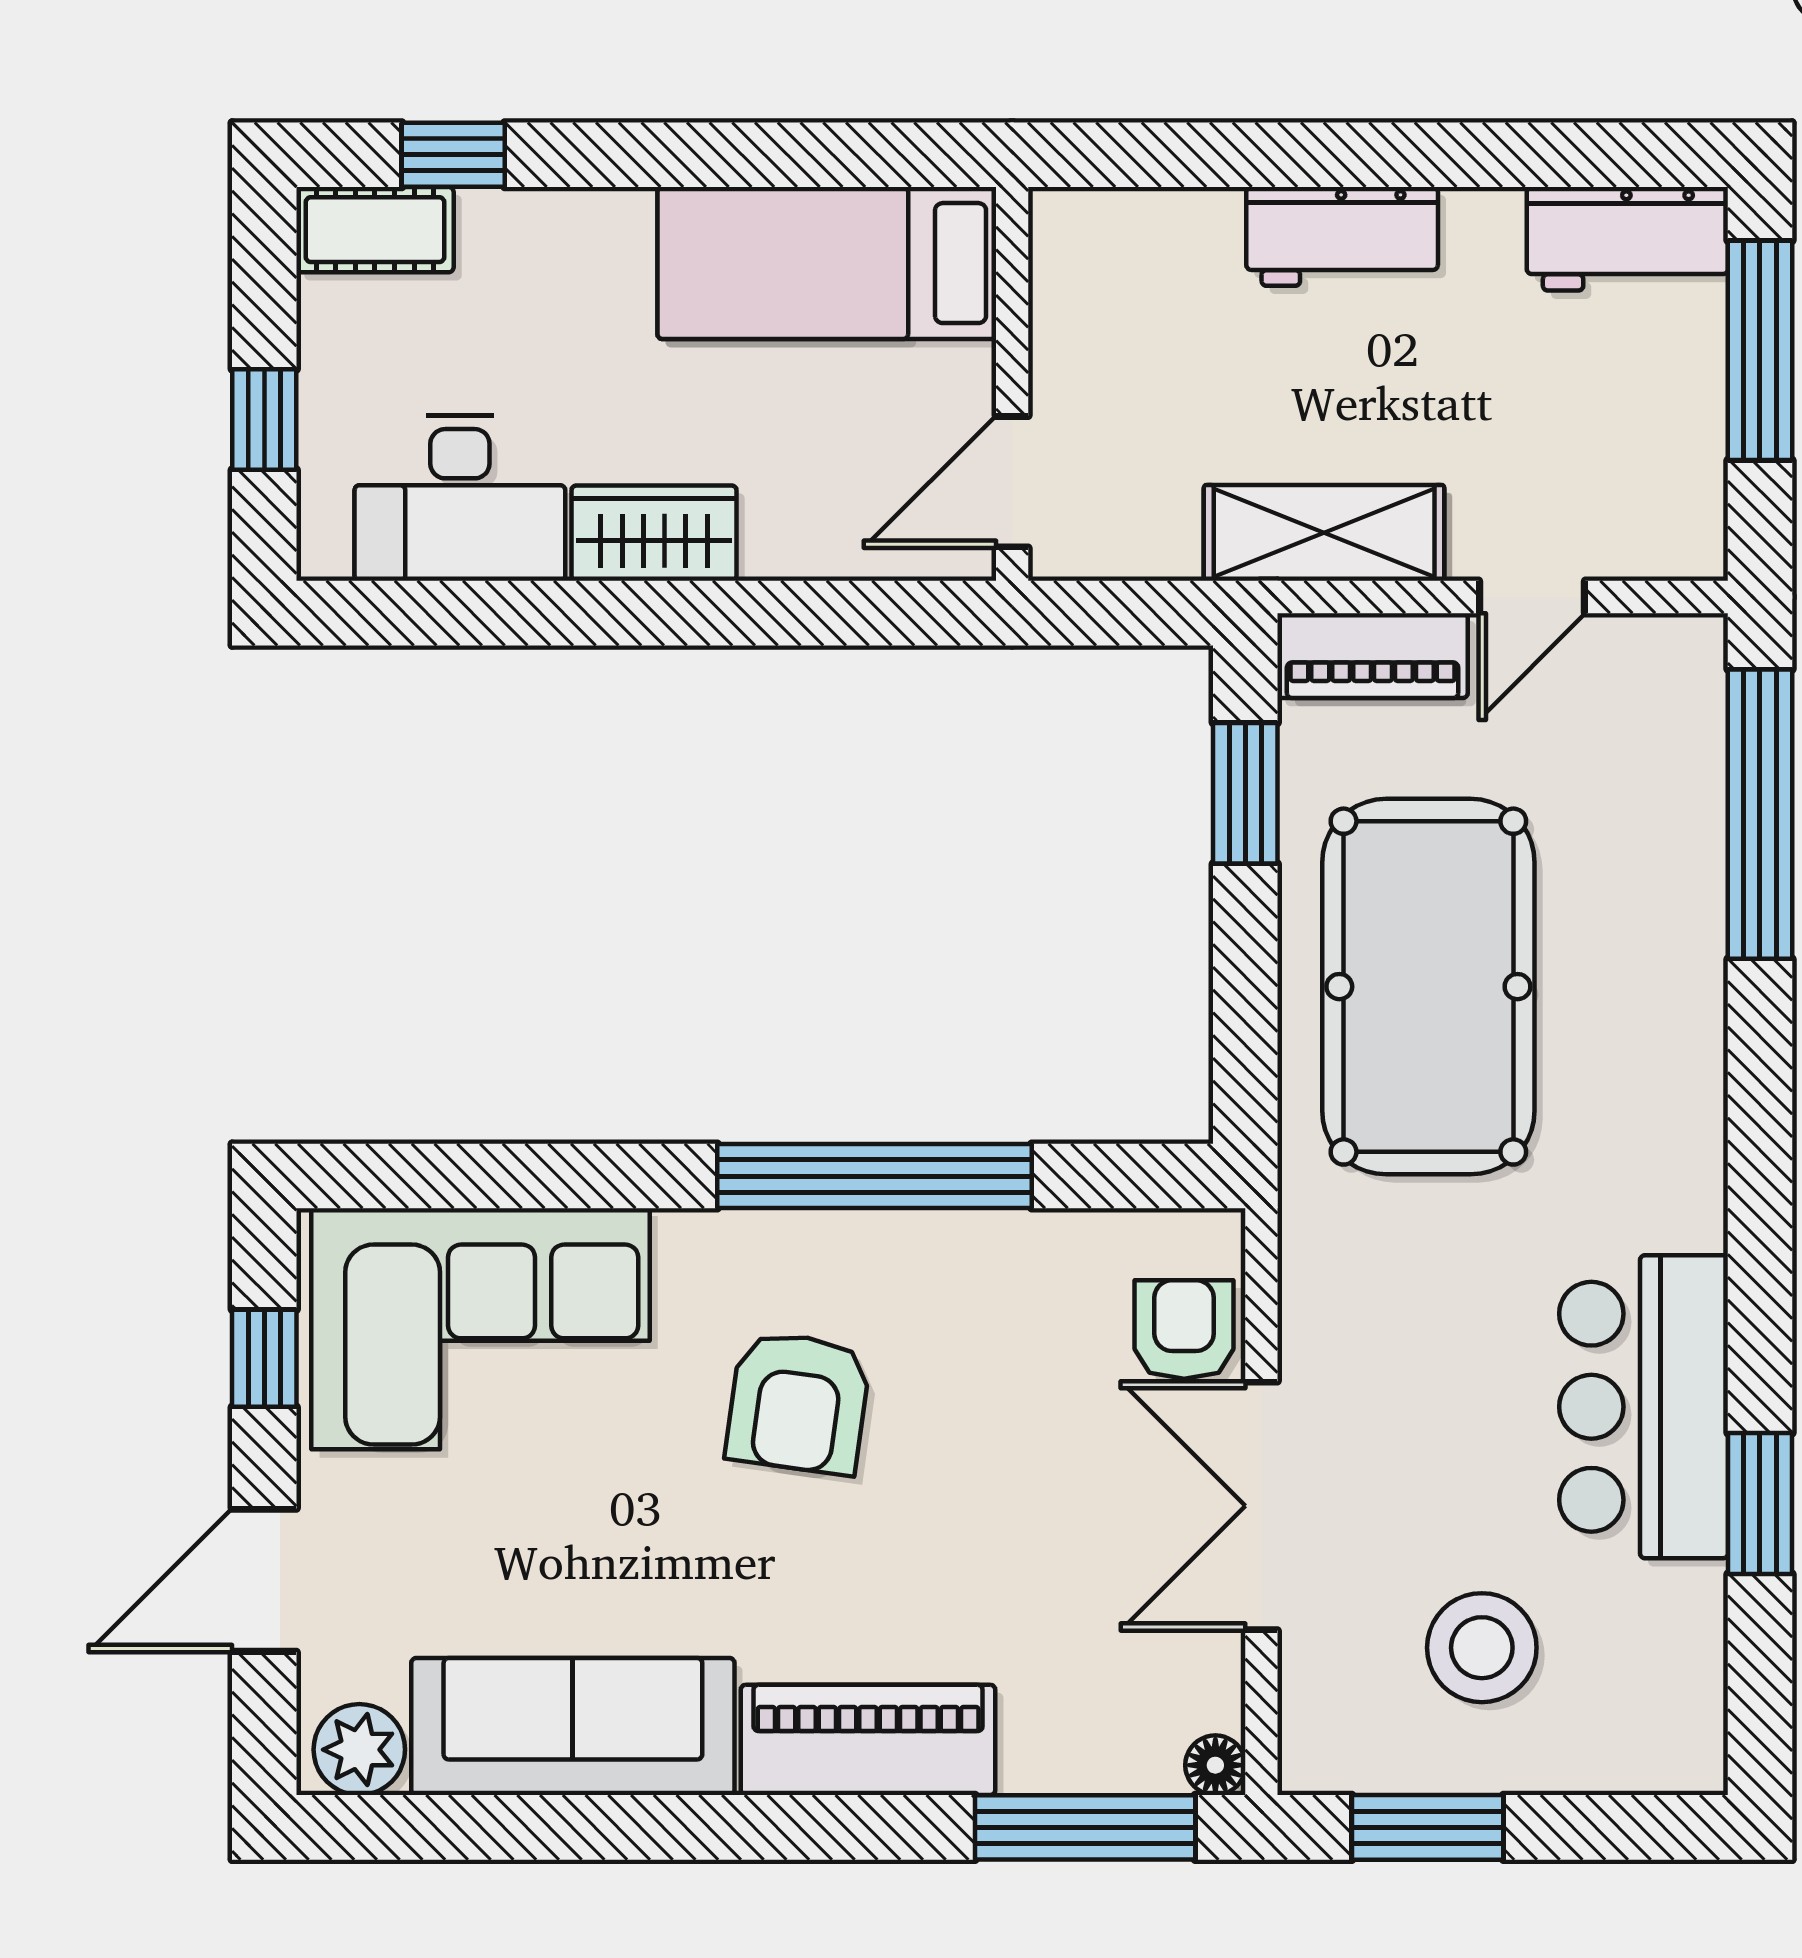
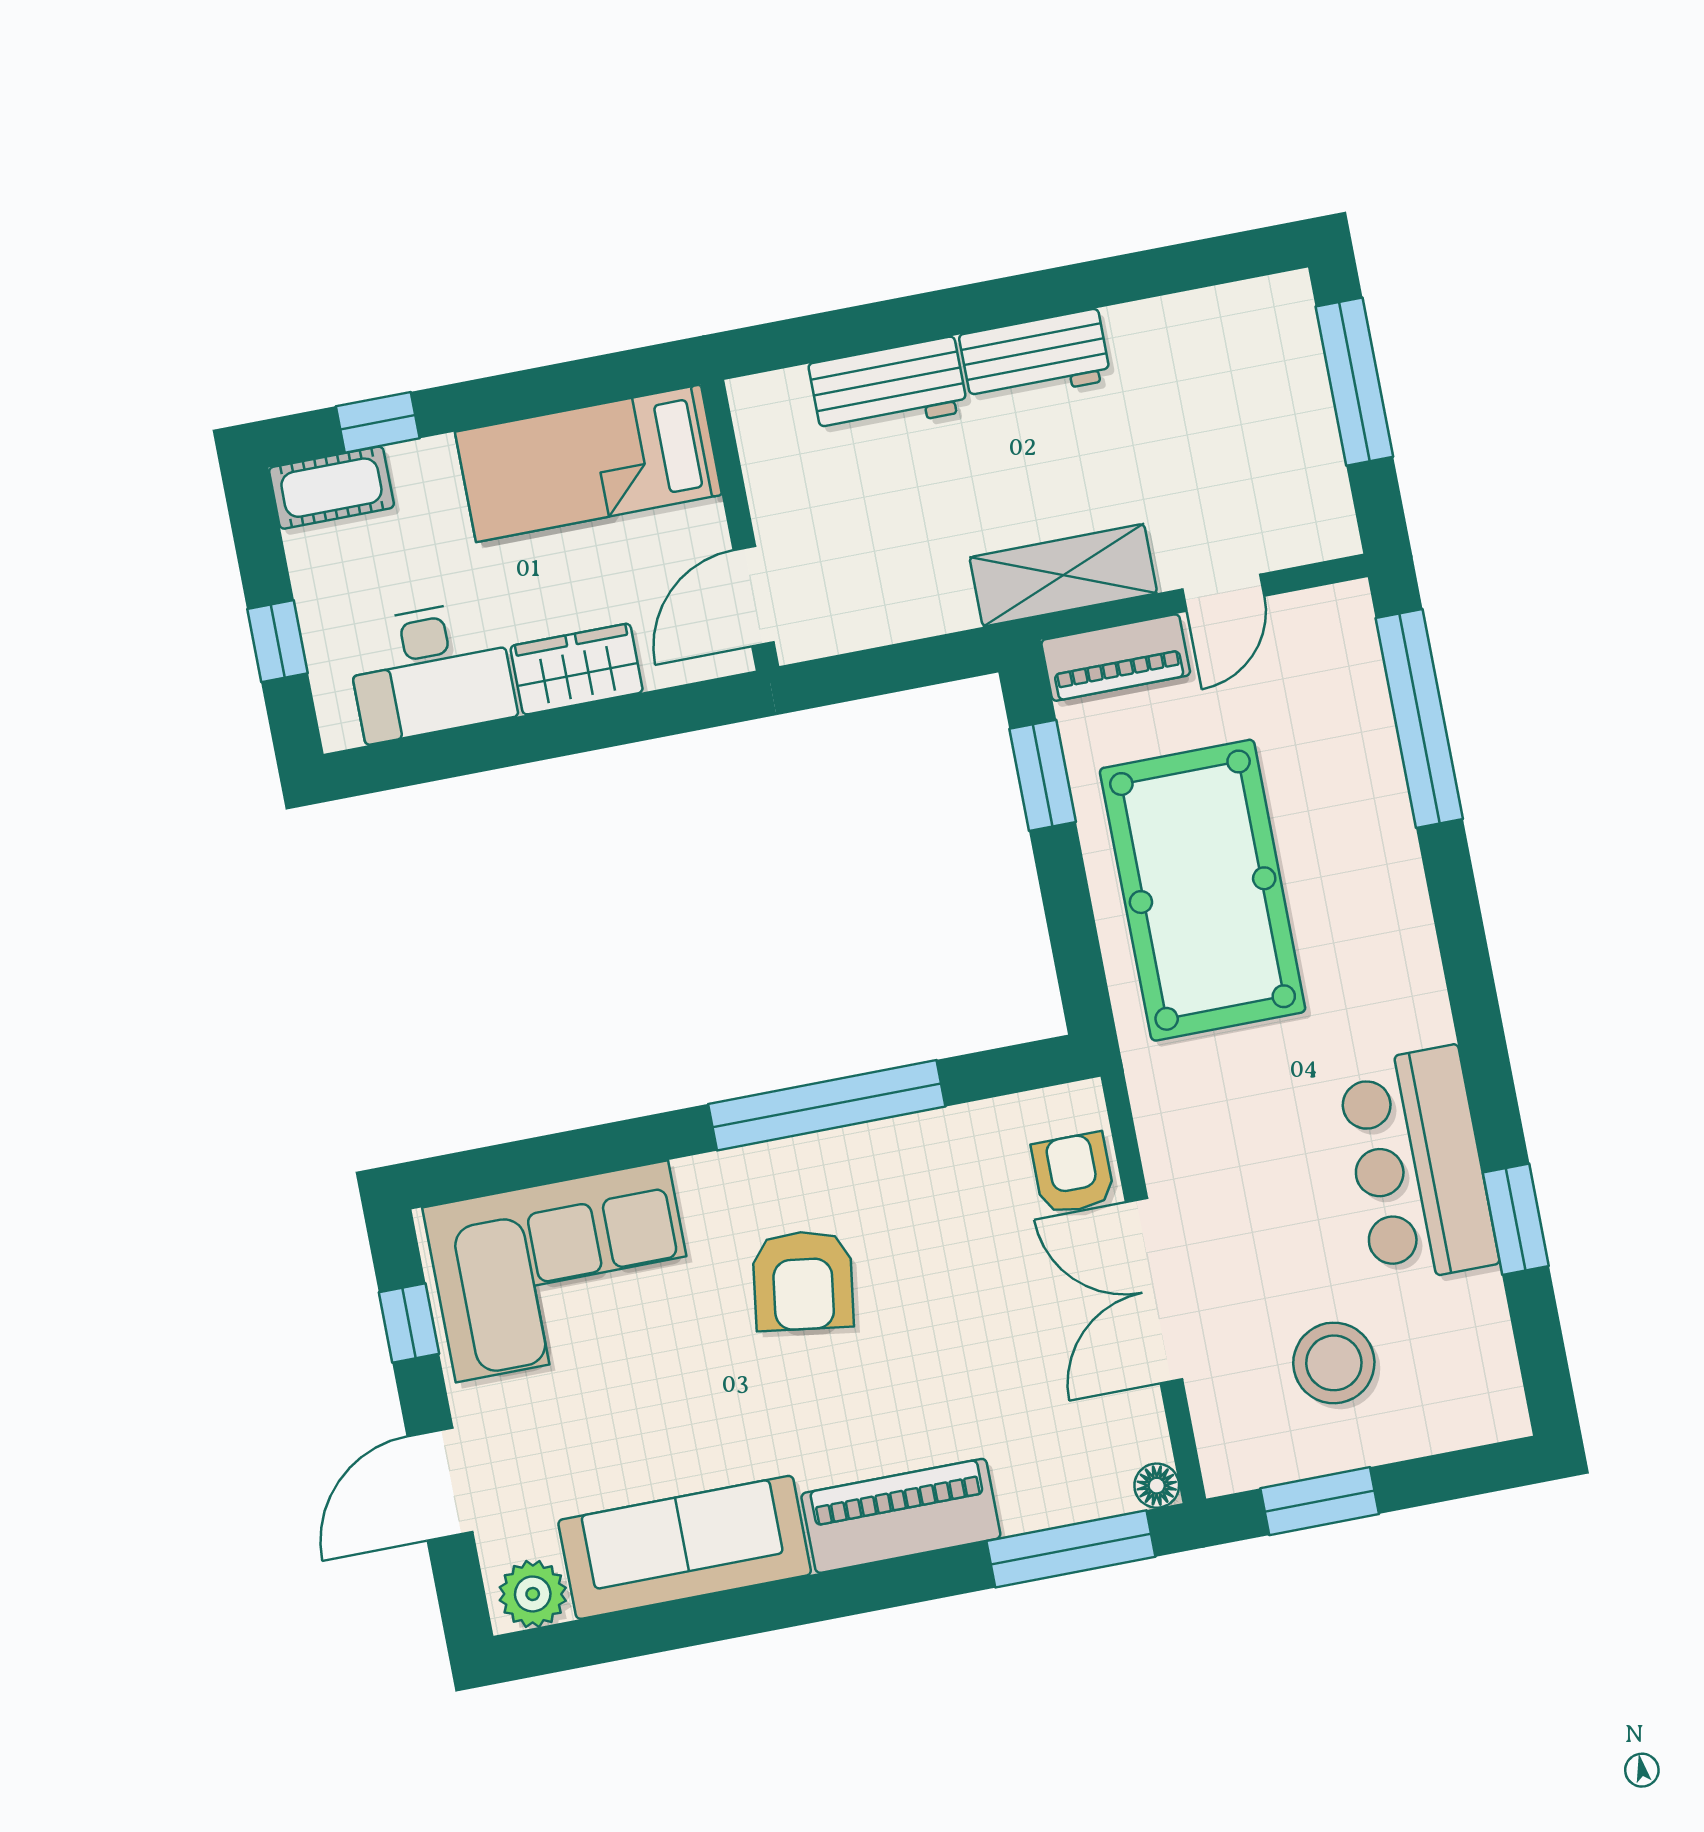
workbench: (1627, 239) -> (888, 387), moved
bed: (827, 263) -> (588, 463), moved
wall: (1012, 384) -> (740, 525), moved
door: (1012, 482) -> (754, 596), moved

